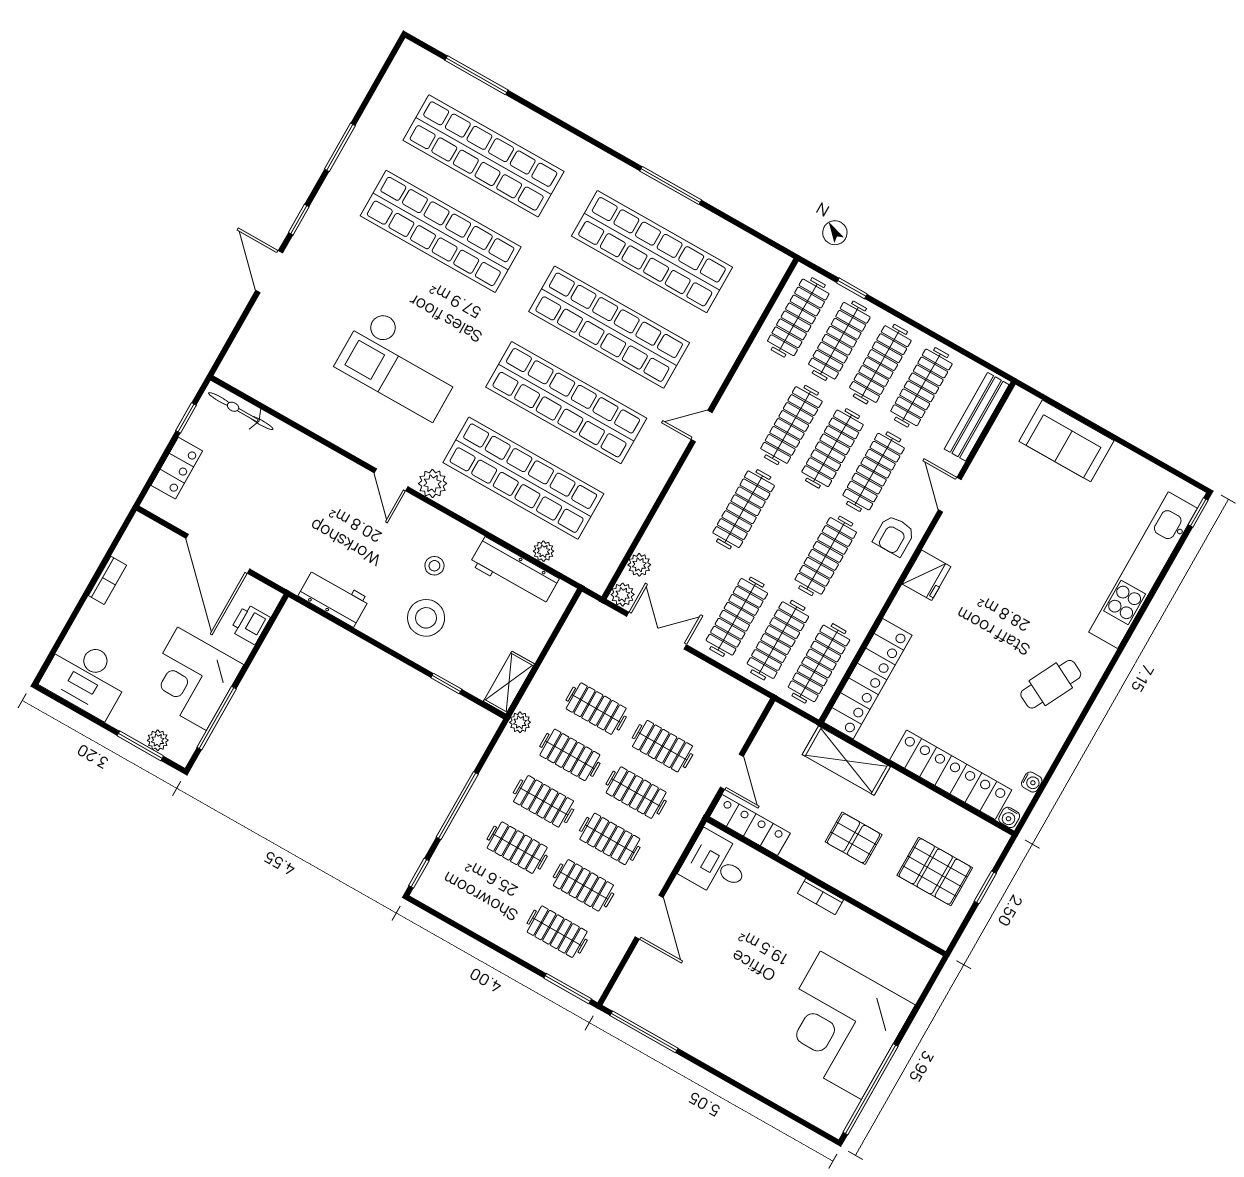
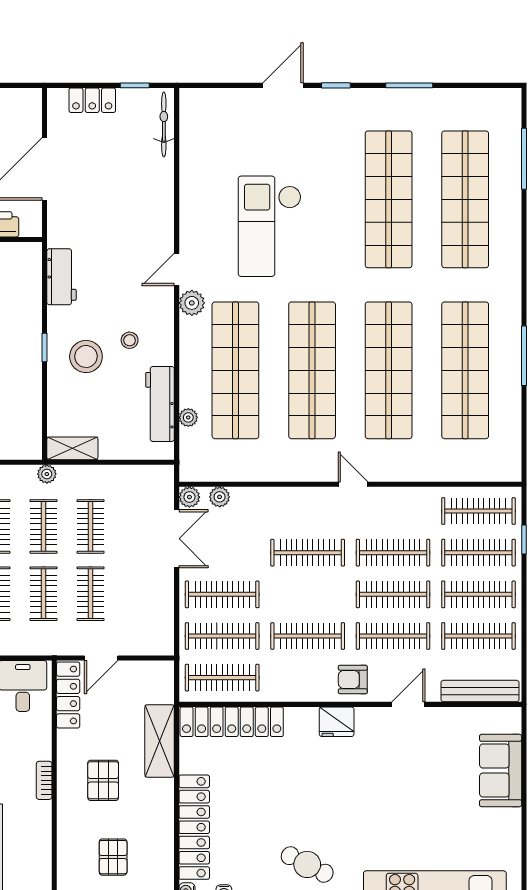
window: (446, 684) -> (44, 348), moved
pallet: (935, 871) -> (113, 857), width x0.67, depth x0.71

